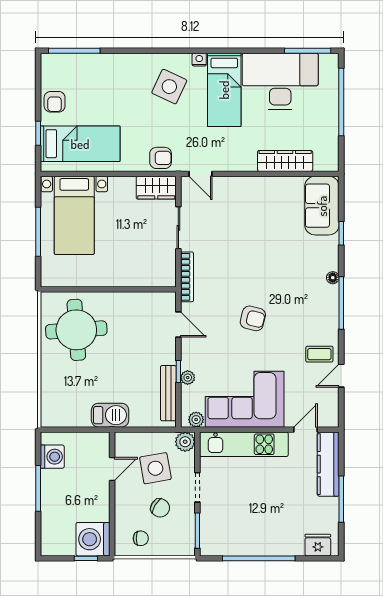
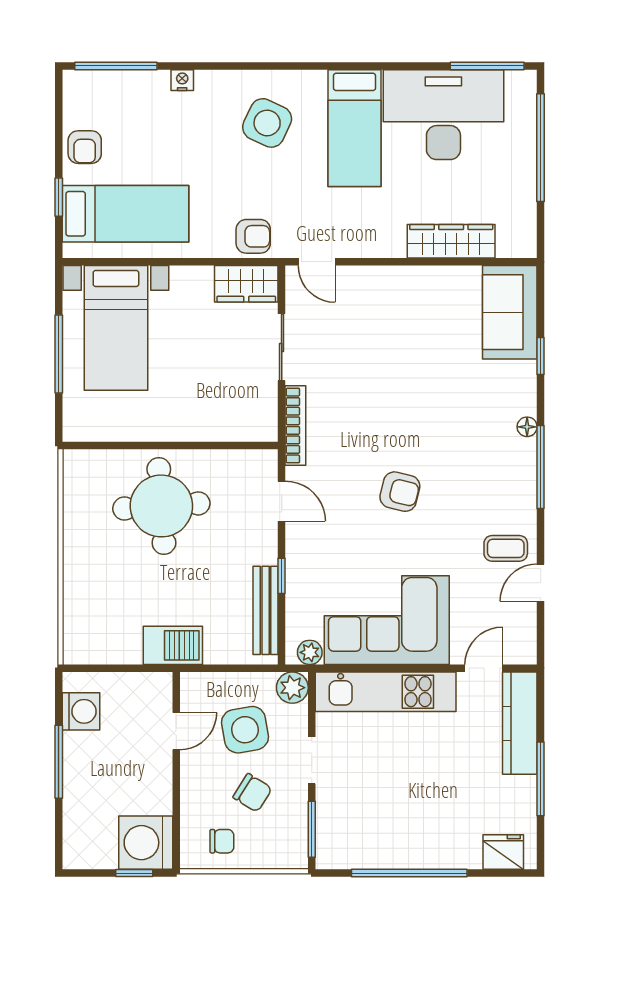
nightstand: (199, 60) -> (182, 80), moved
round table: (76, 330) -> (161, 506), moved
plant: (188, 378) -> (296, 586), removed

